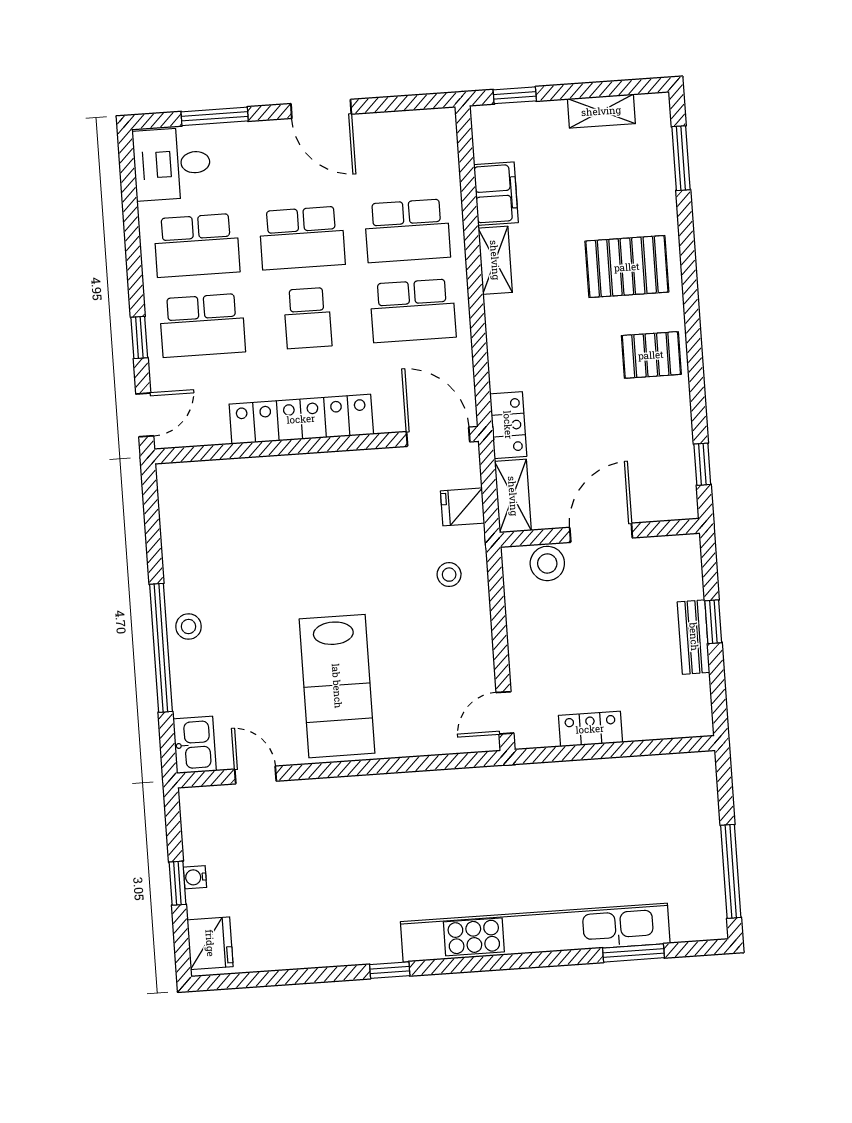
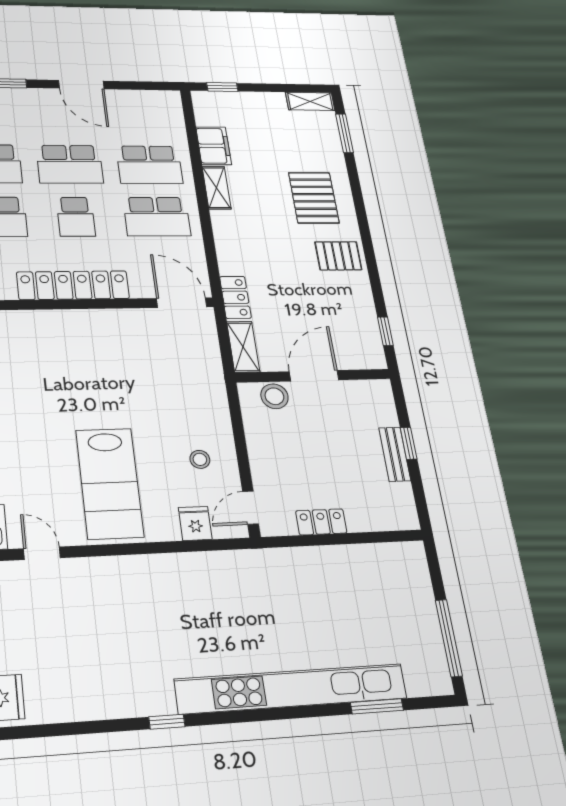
shelving: (601, 111) -> (310, 101), moved
pallet: (627, 267) -> (314, 198), turned 90
fridge: (463, 507) -> (195, 523), moved, turned 90
stool: (449, 575) -> (200, 459), moved

